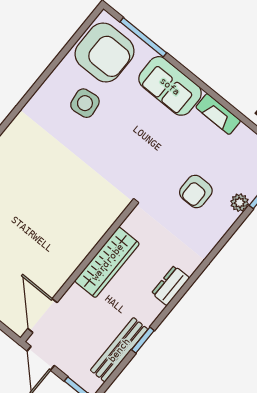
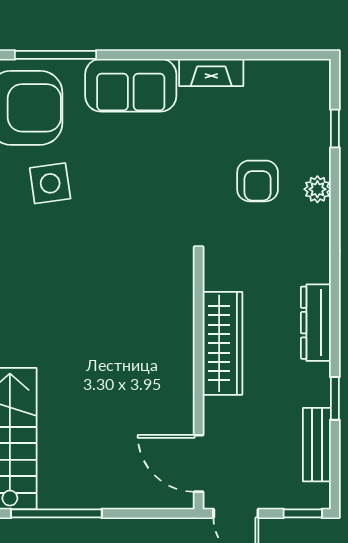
plant: (240, 203) -> (317, 189), moved
dresser: (171, 286) -> (316, 323), width x1.44
bench: (119, 350) -> (317, 445), width x0.73

